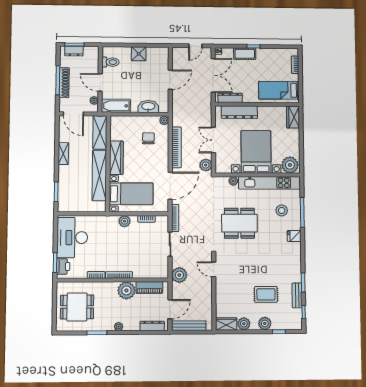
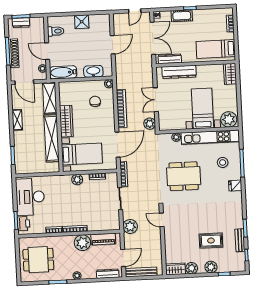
bed with nightstands: (256, 152) -> (202, 108), width x0.73

